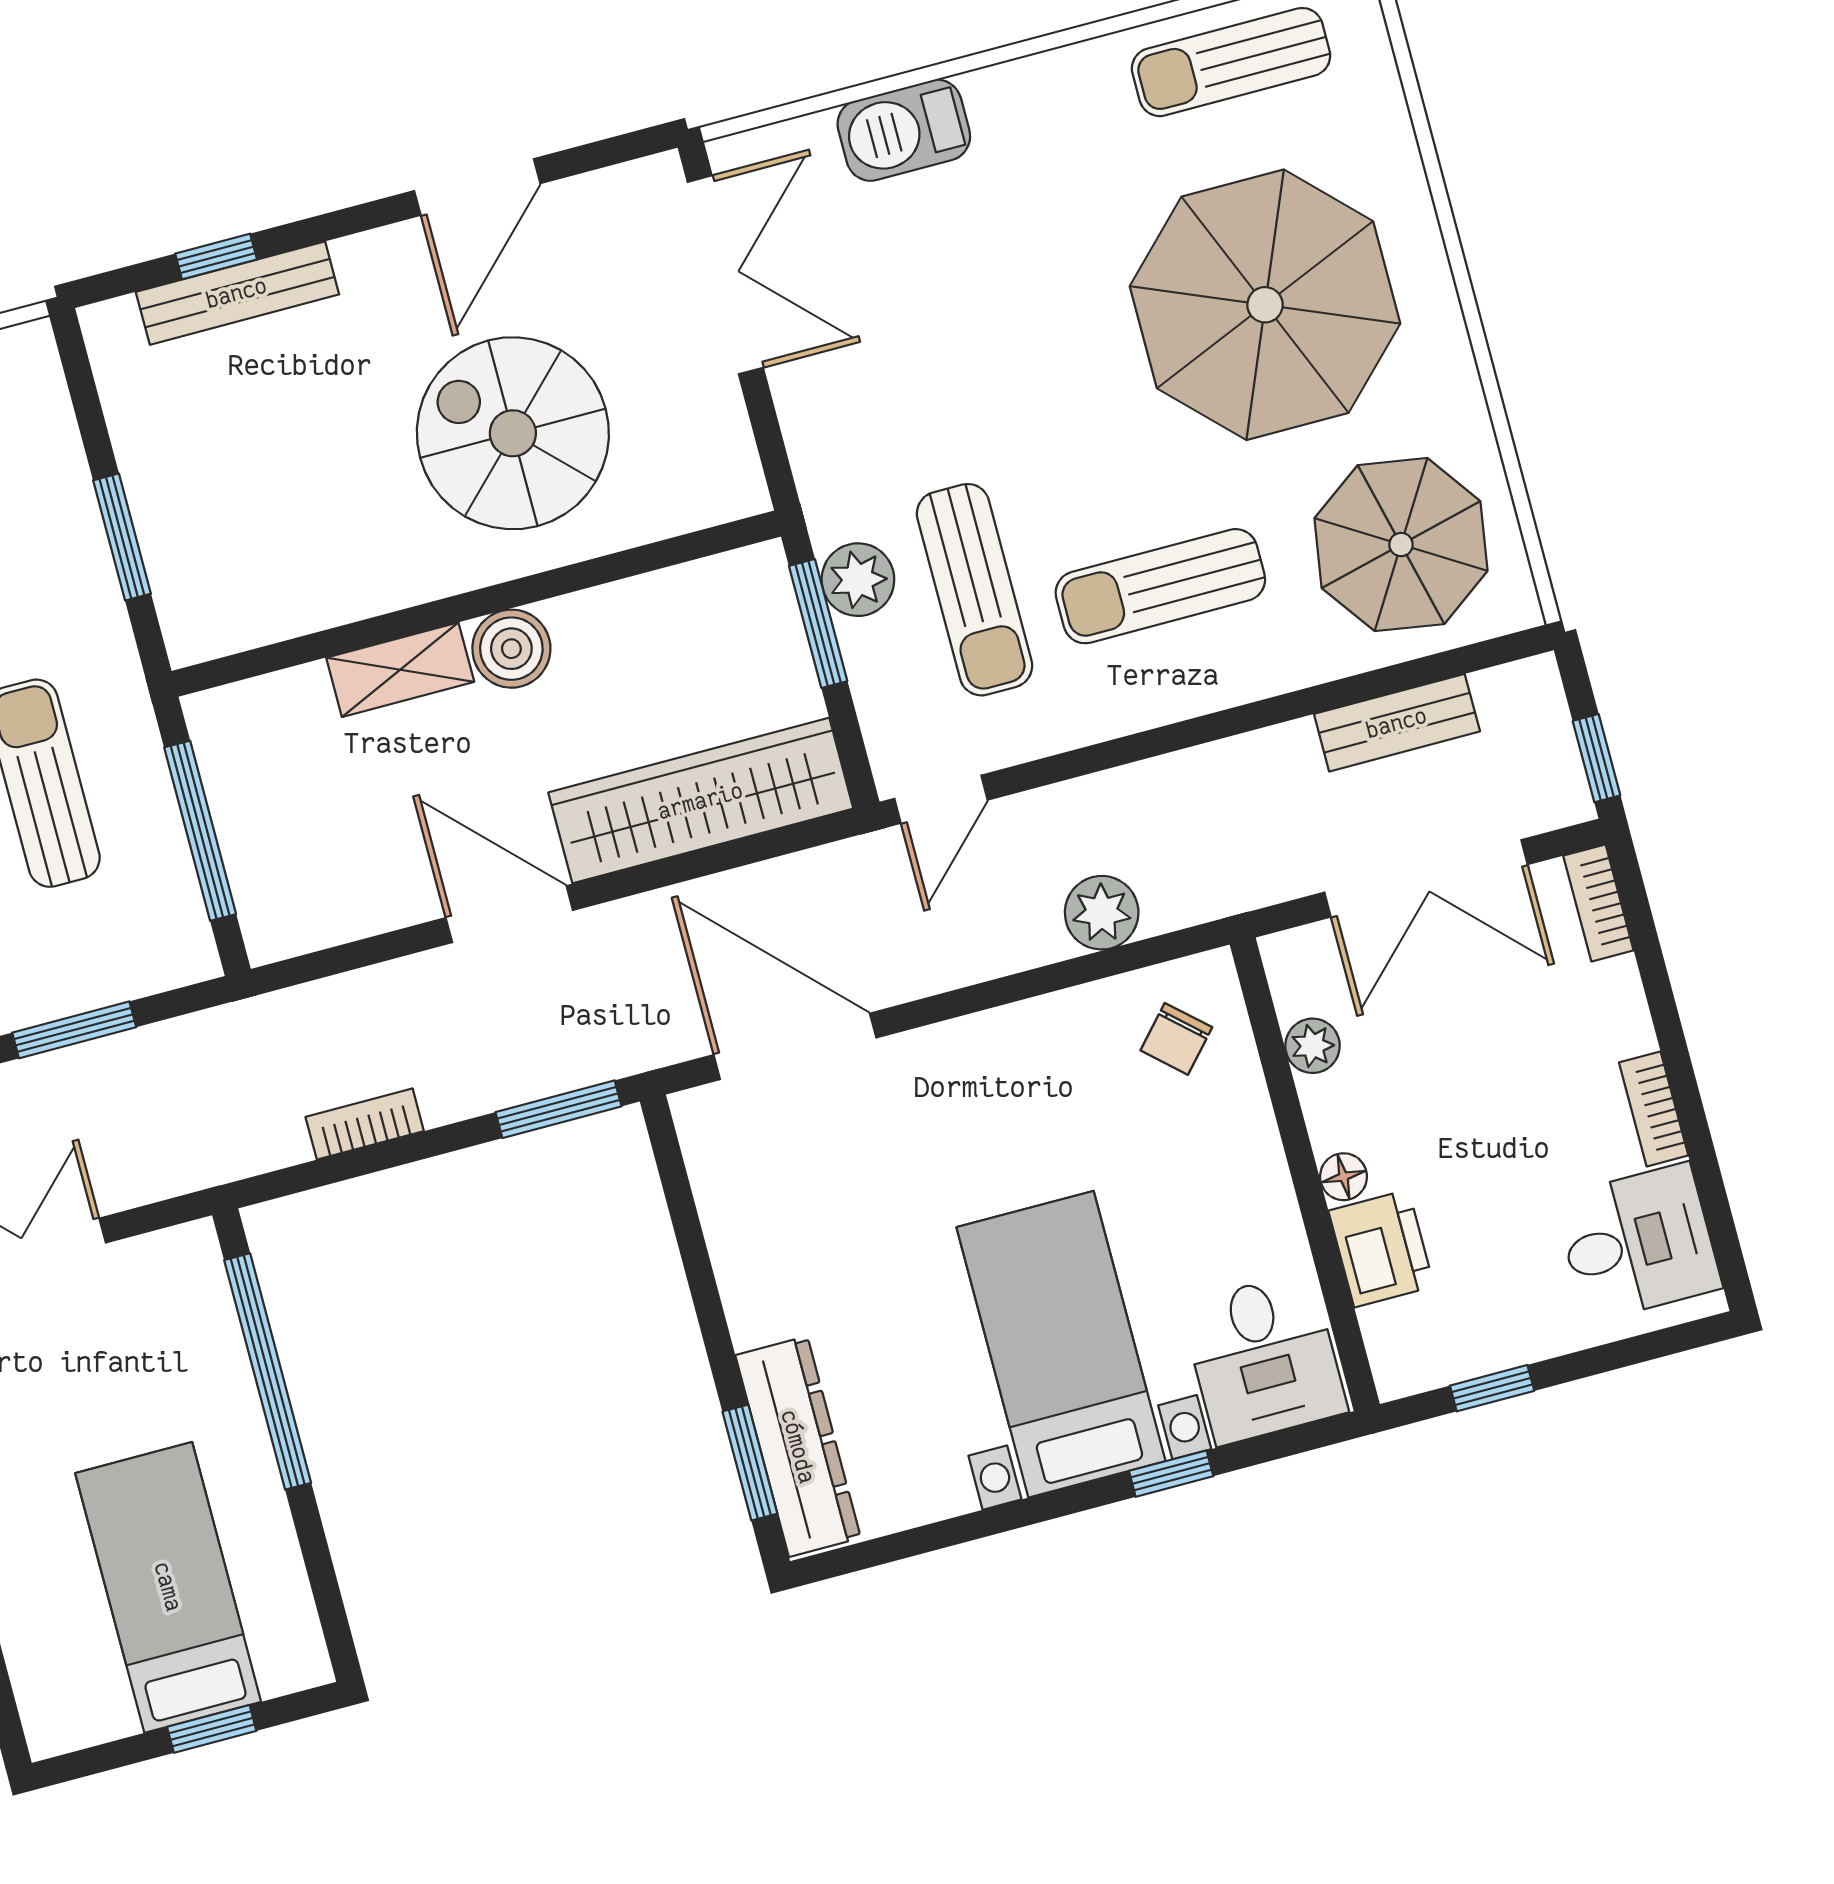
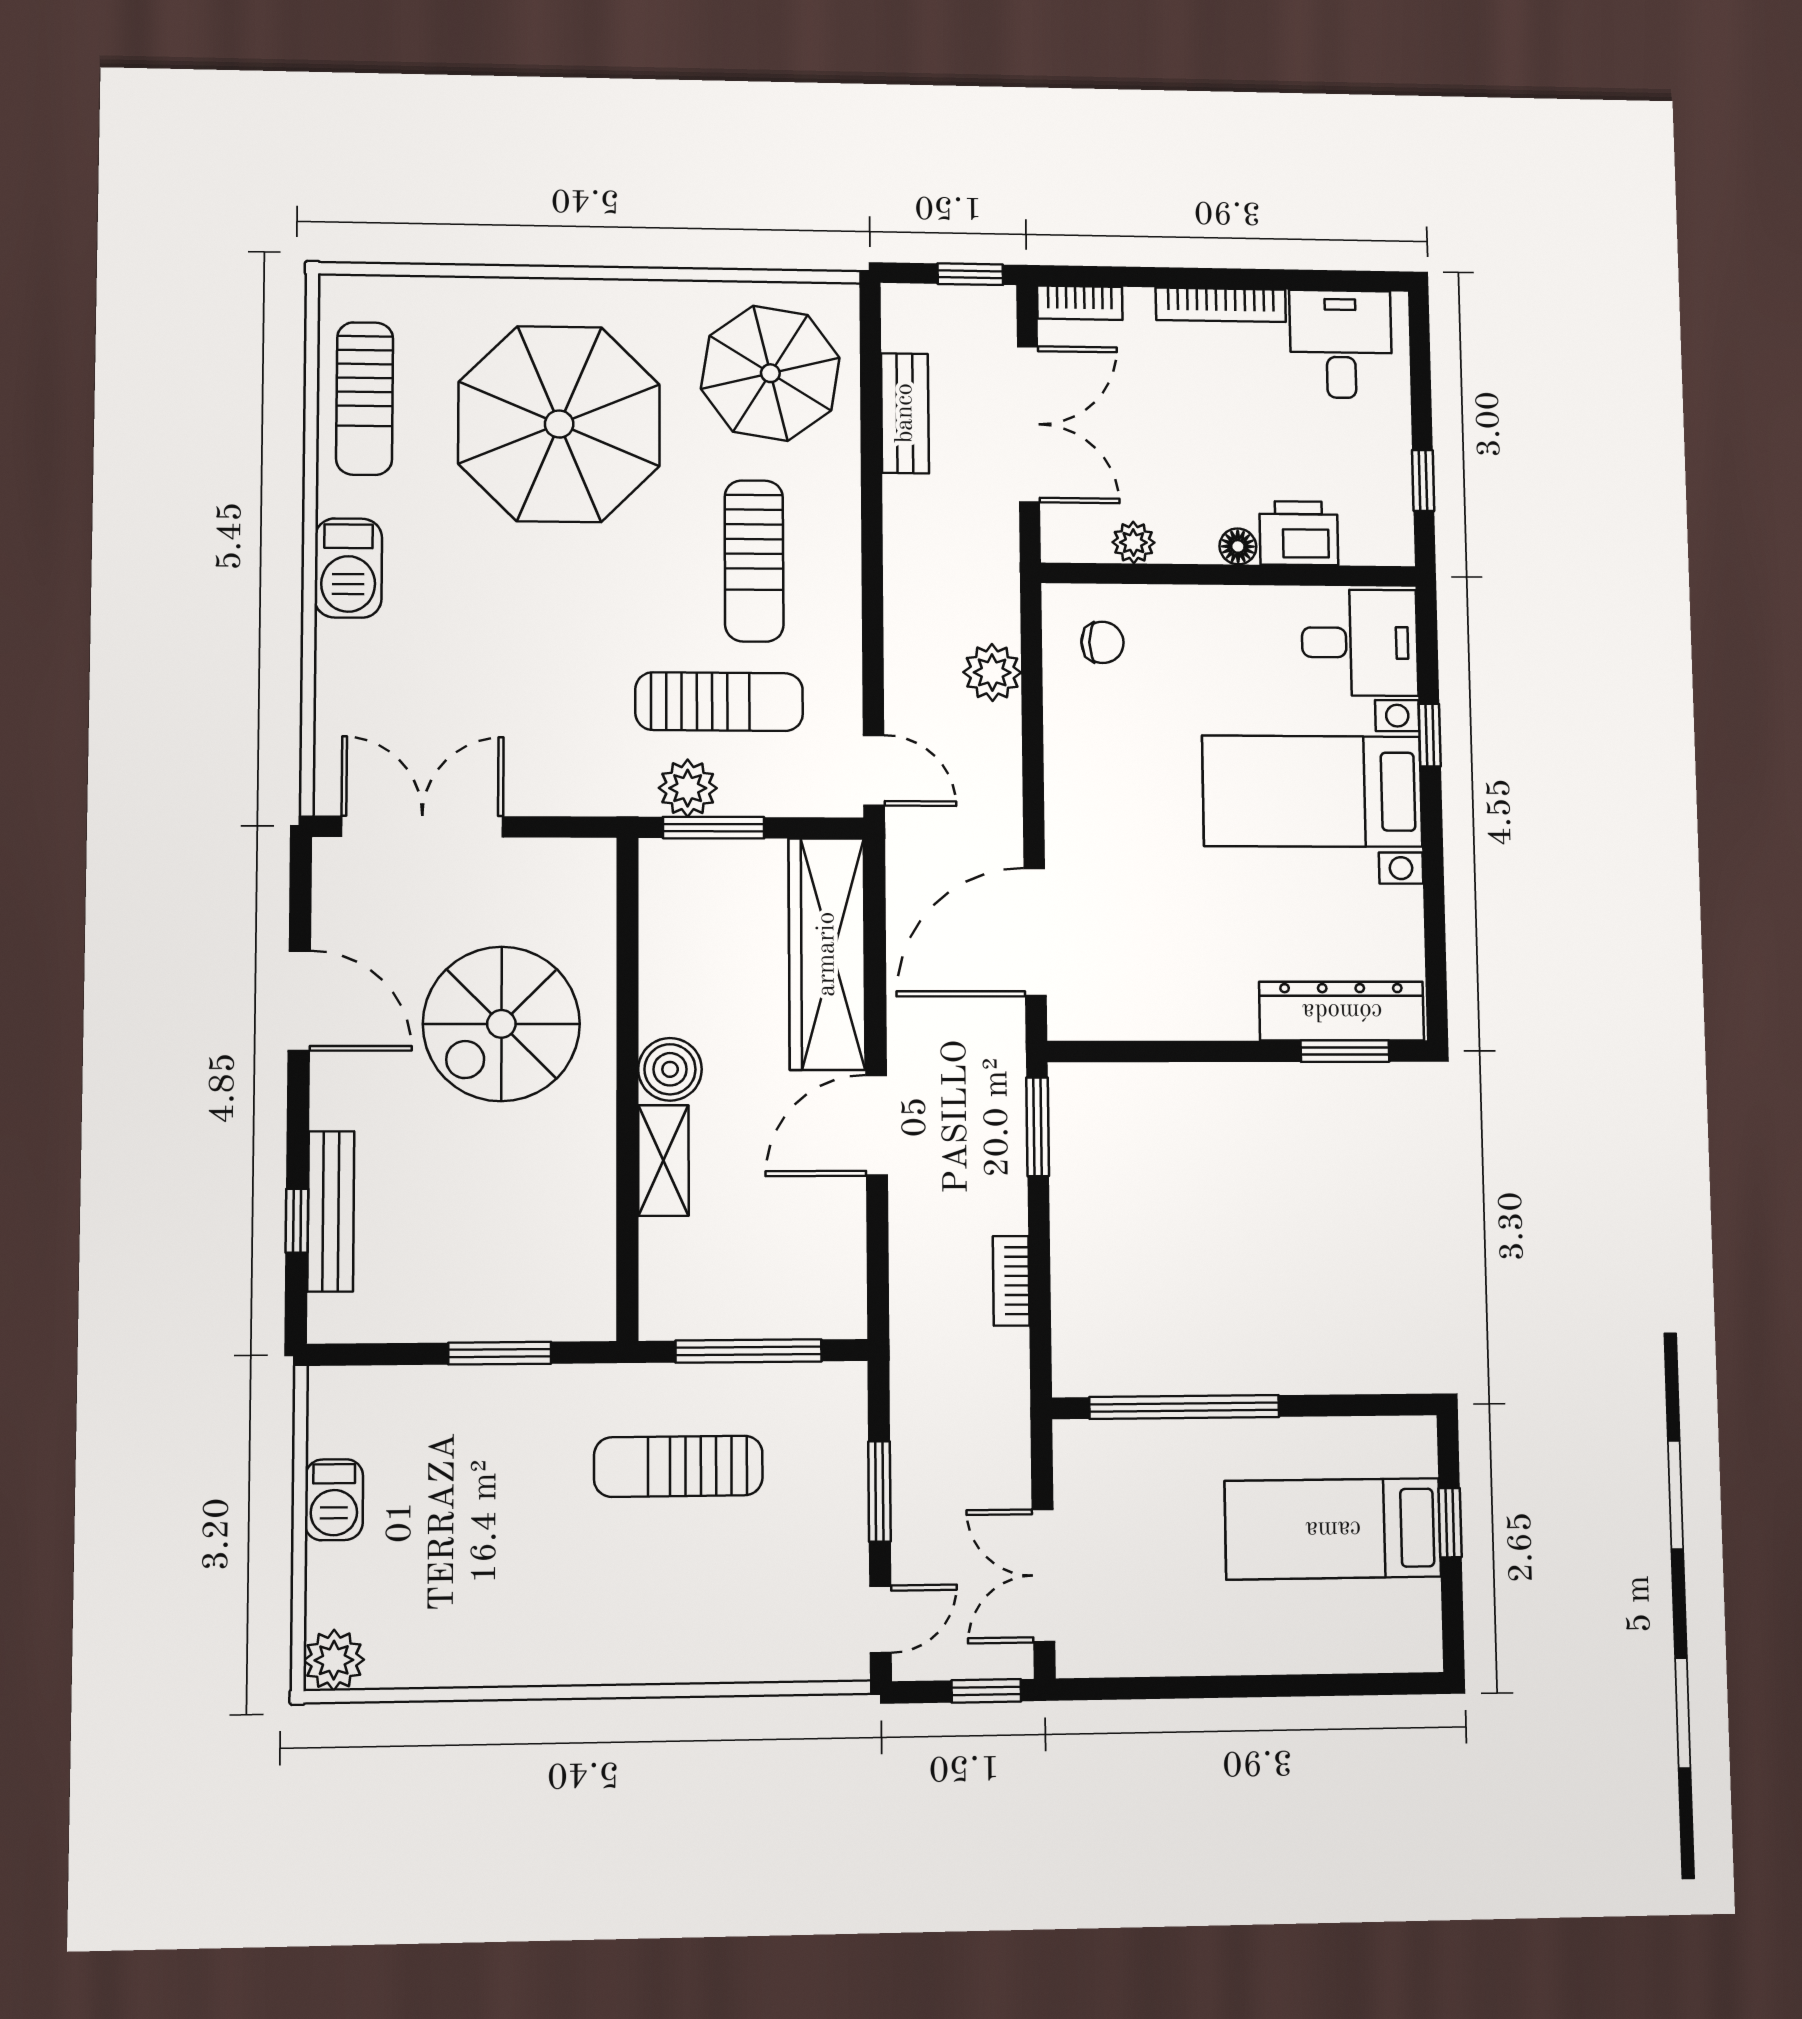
barbecue: (904, 130) -> (348, 568), moved
chair: (1176, 1039) -> (1102, 642), turned -42
bookcase: (1654, 1109) -> (1221, 305), width x1.56

